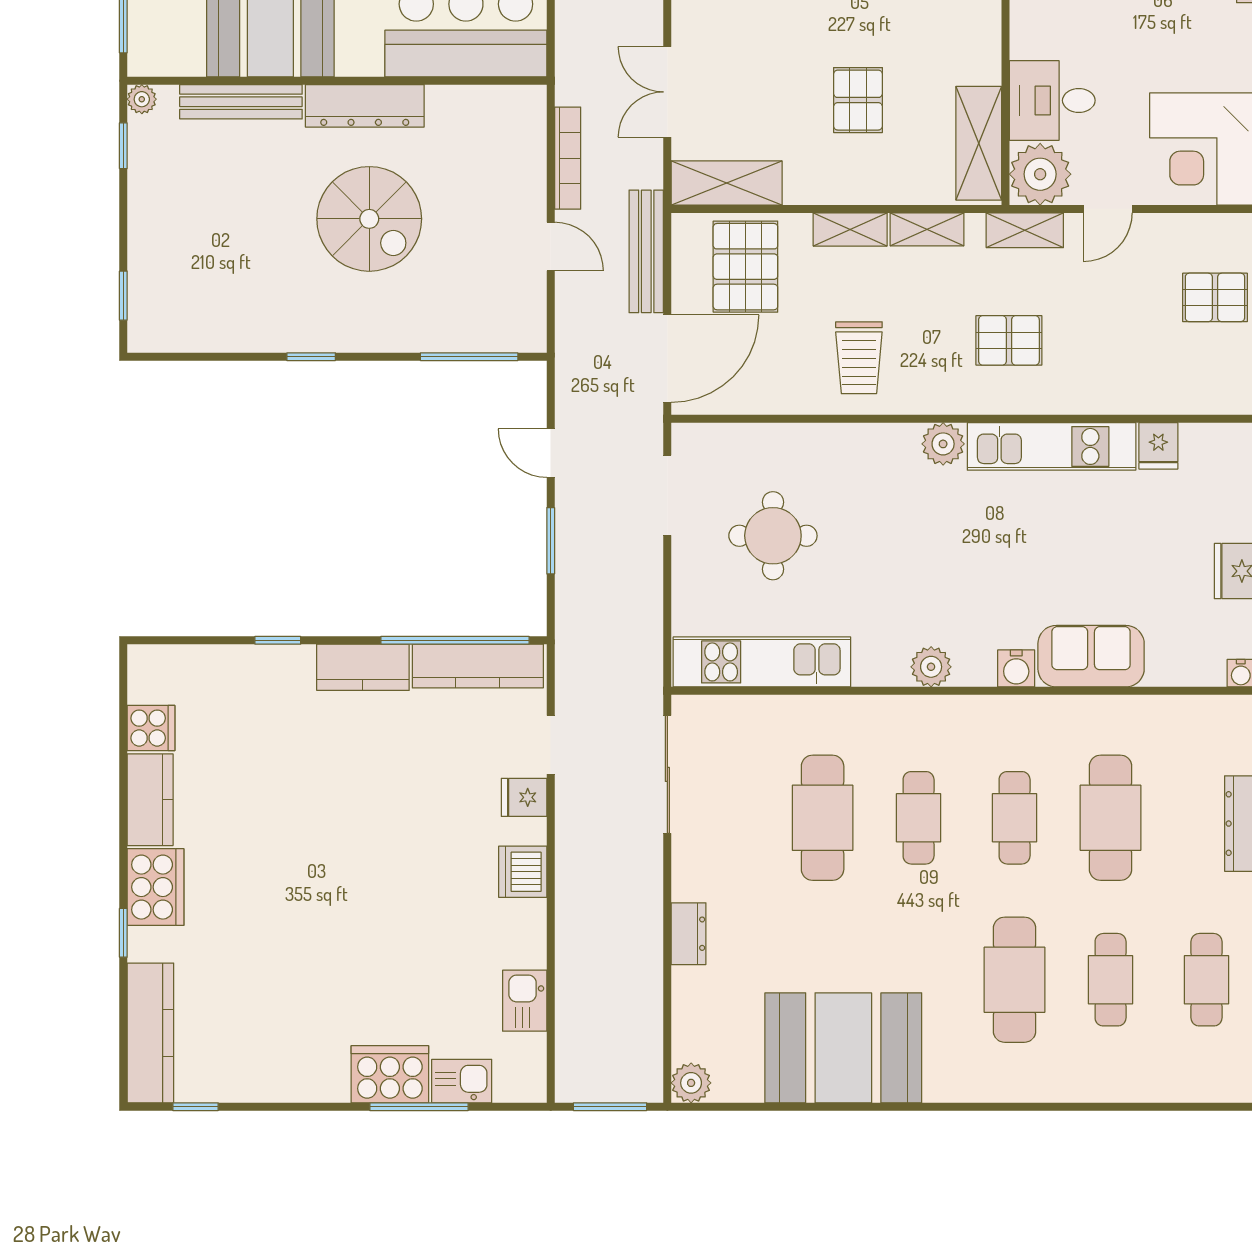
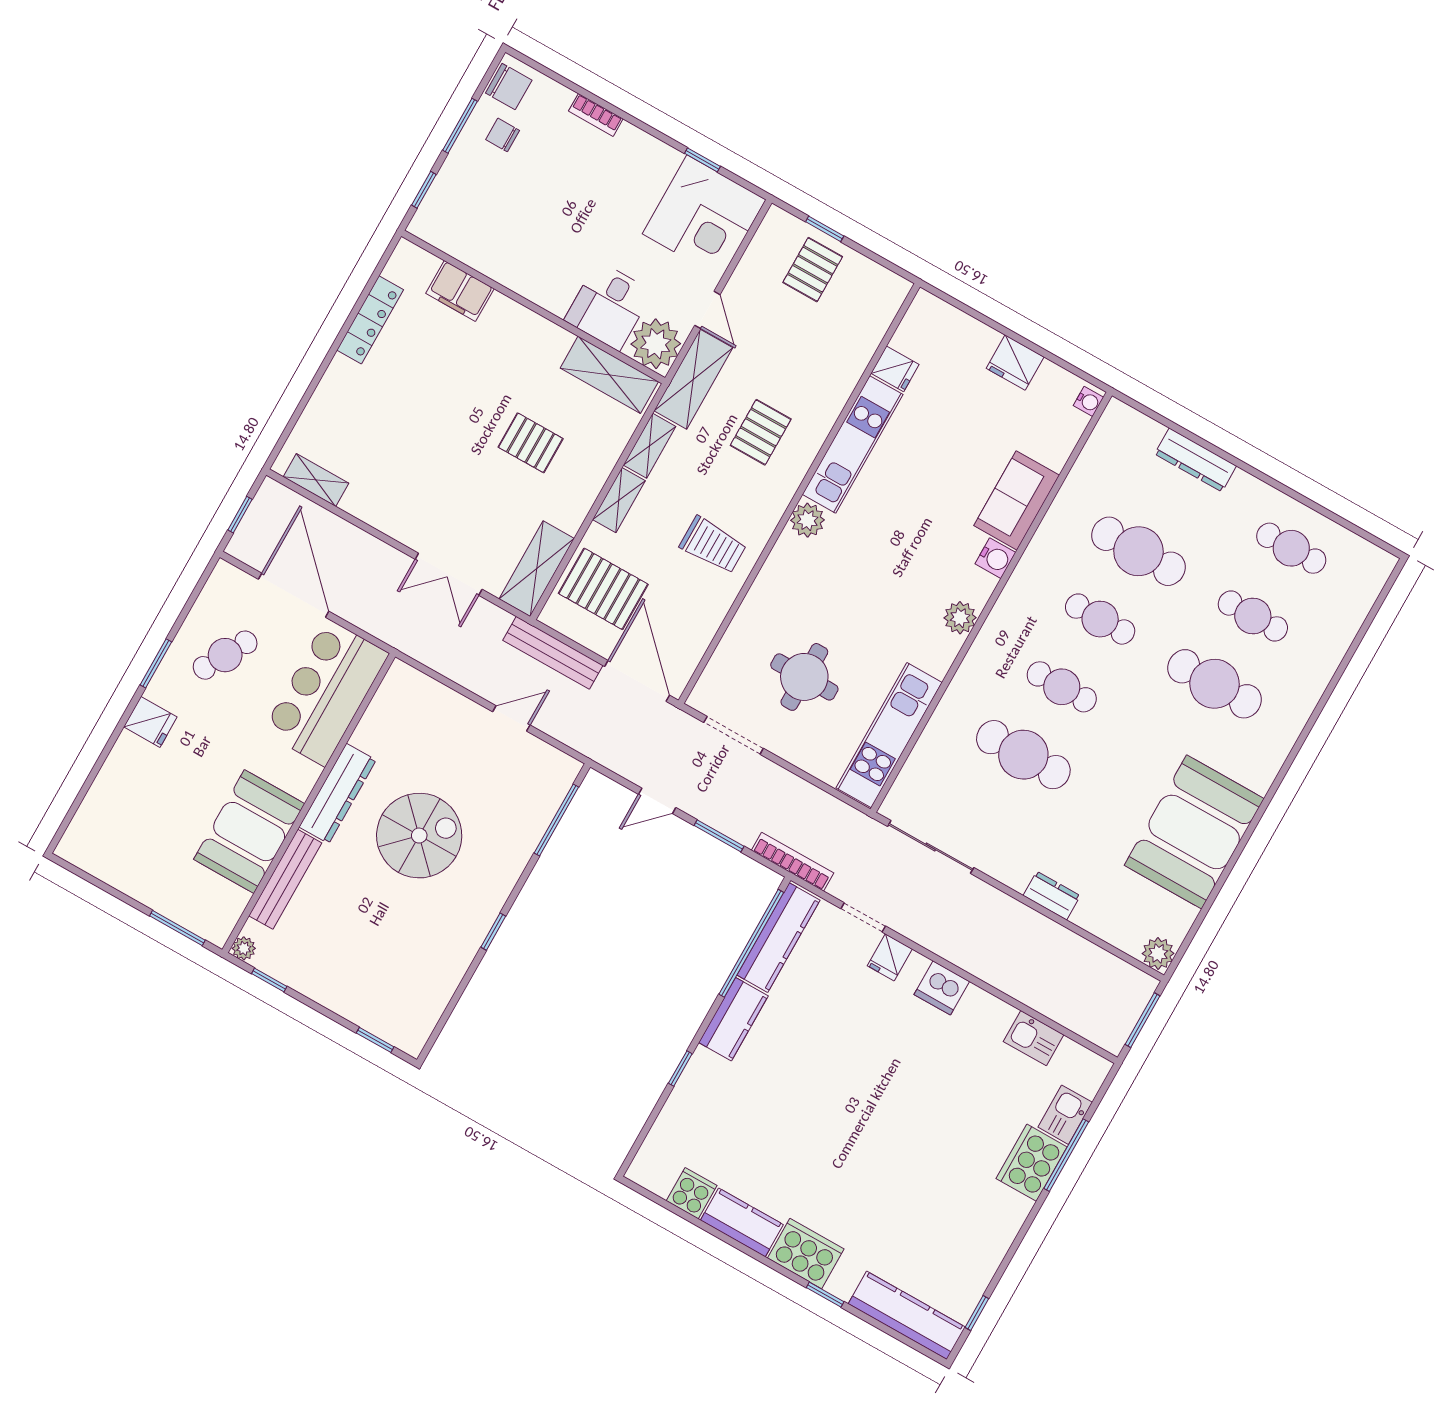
bookcase: (568, 158) -> (792, 862), moved
shelving: (1025, 230) -> (693, 379), width x1.50, depth x1.33

